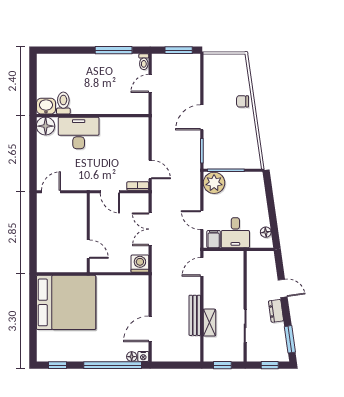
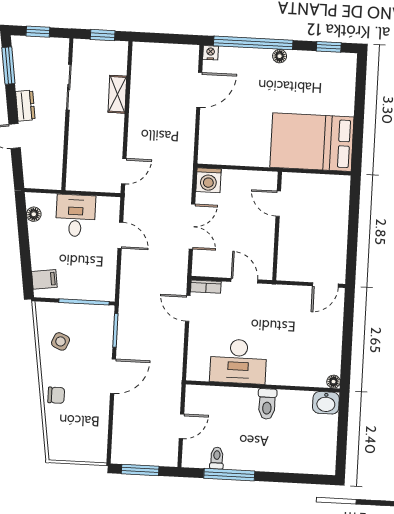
toilet: (144, 62) -> (217, 458), moved
toilet: (63, 103) -> (267, 404), moved
floor lamp: (46, 126) -> (333, 382), width x0.53, depth x0.53
desk: (79, 133) -> (238, 361), moved
side table: (241, 141) -> (61, 341), added
plant: (214, 183) -> (101, 285), removed
filing cabinet: (214, 239) -> (44, 279), moved, turned -98
bed: (66, 302) -> (312, 142), width x0.73
bench: (195, 315) -> (137, 105), removed
floor lamp: (132, 357) -> (280, 56), moved

